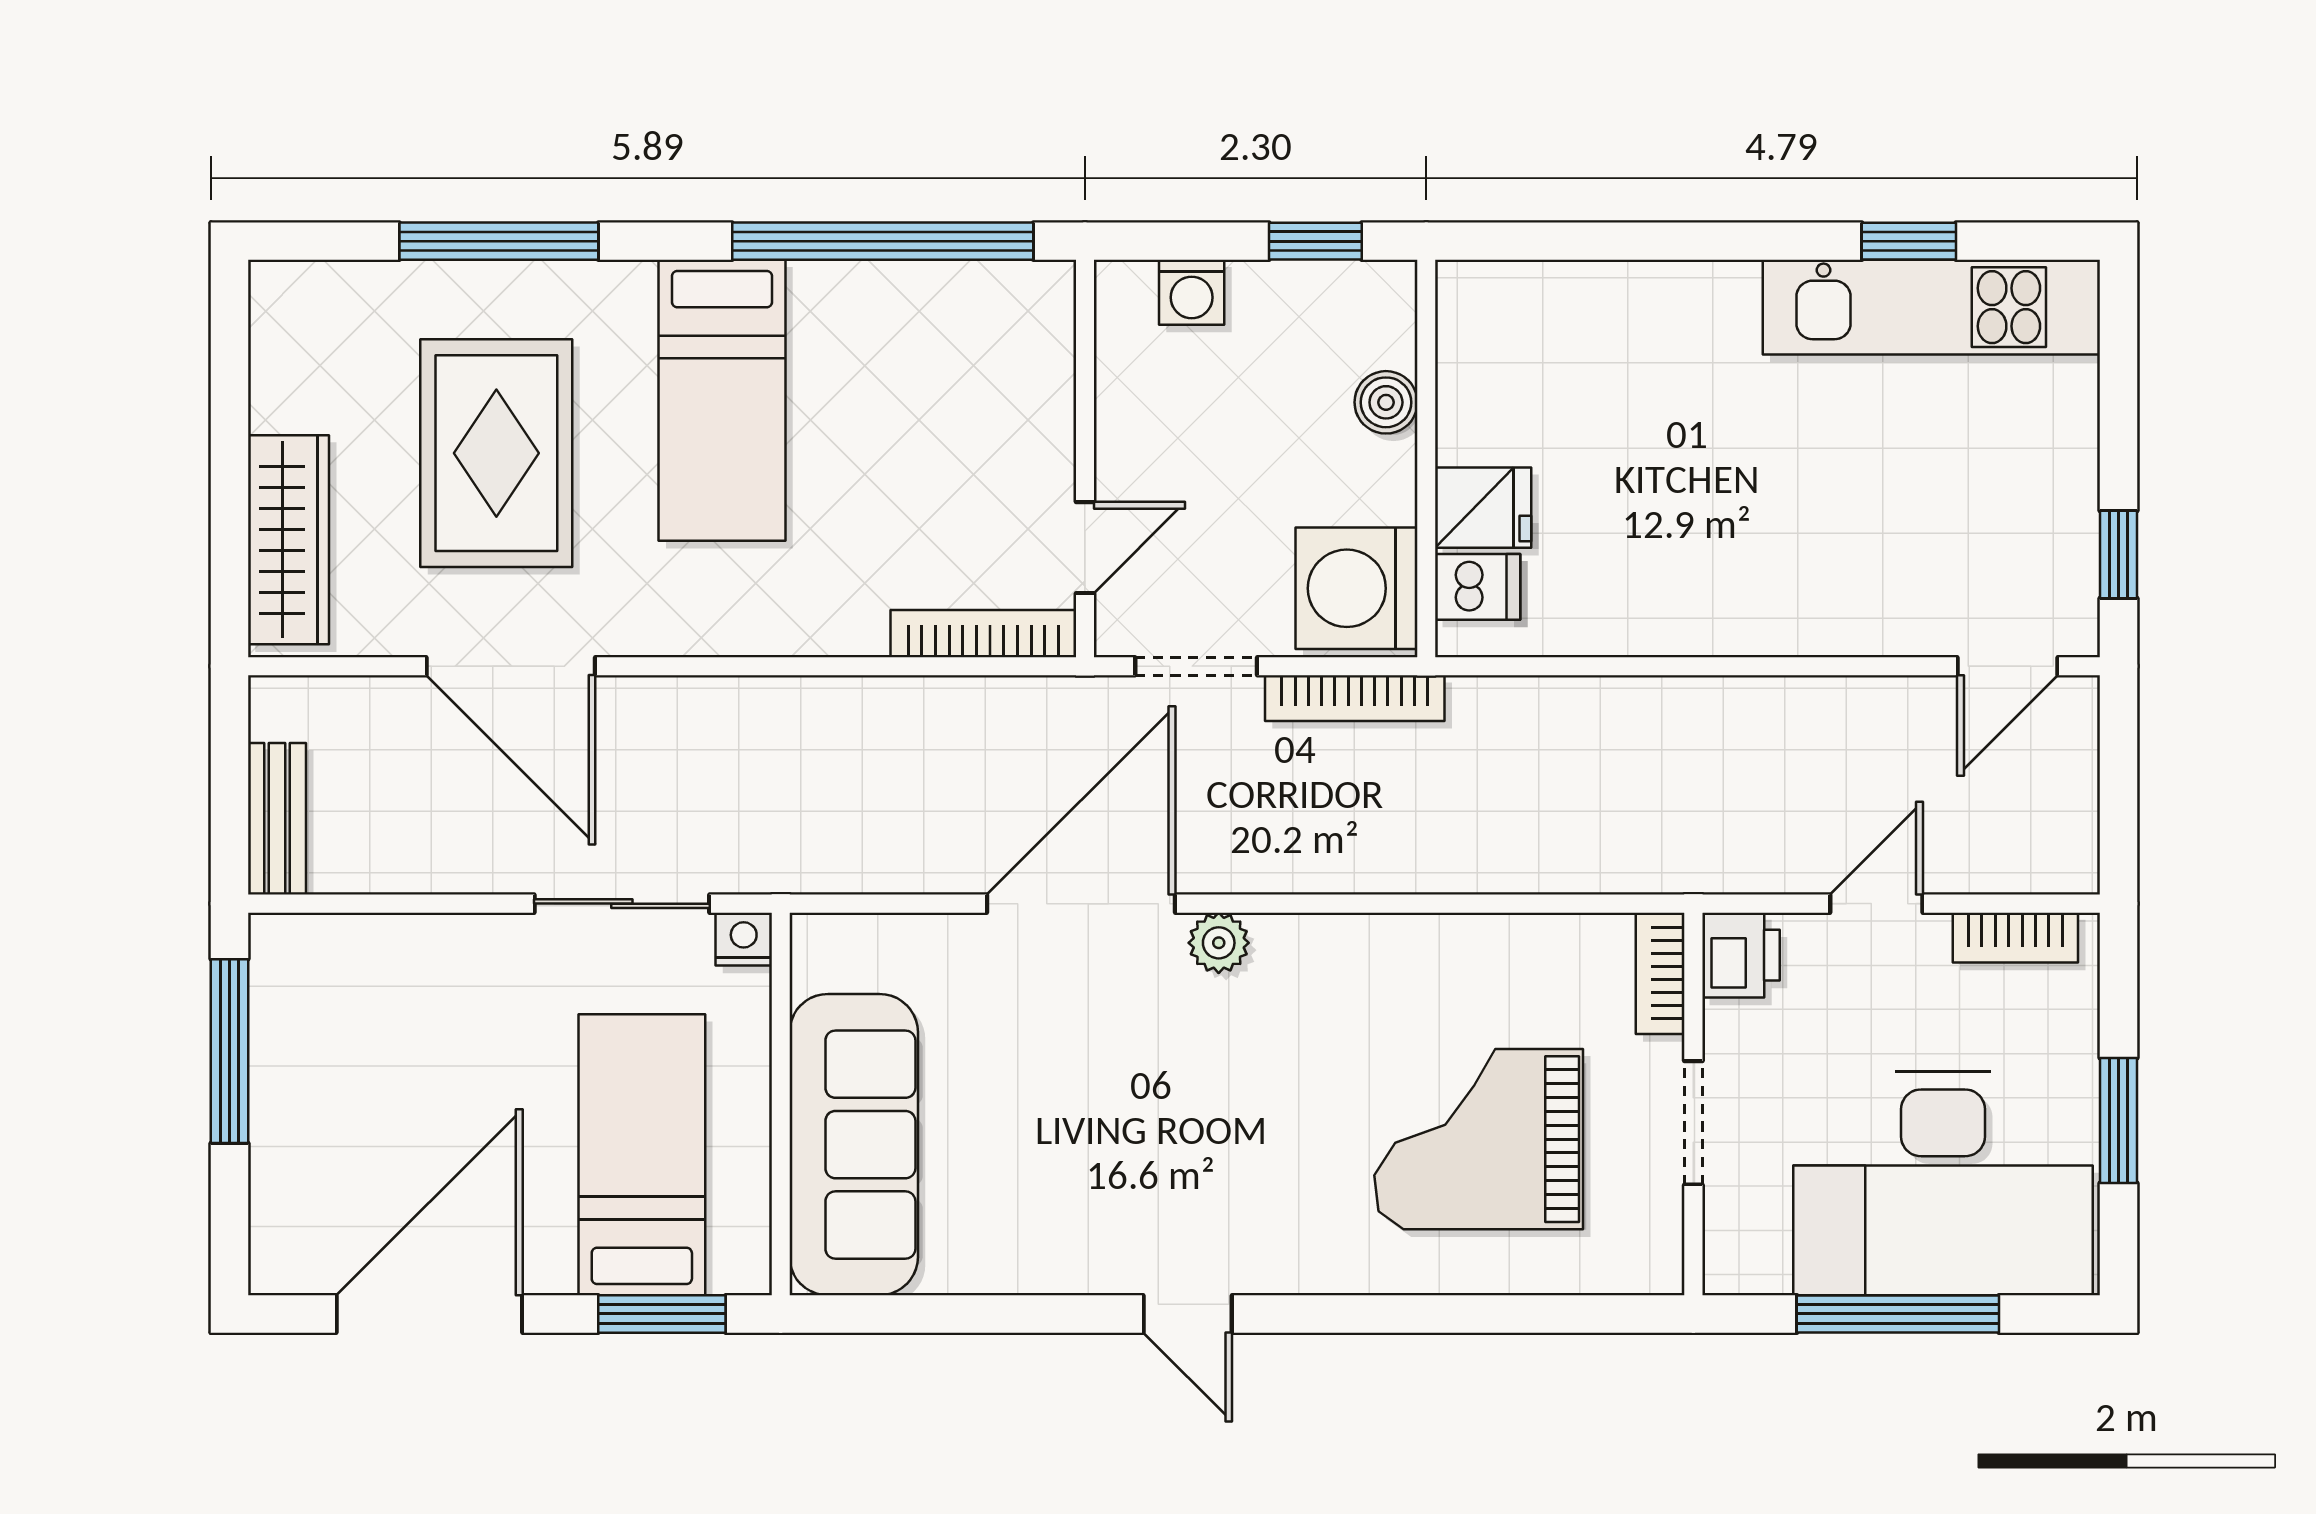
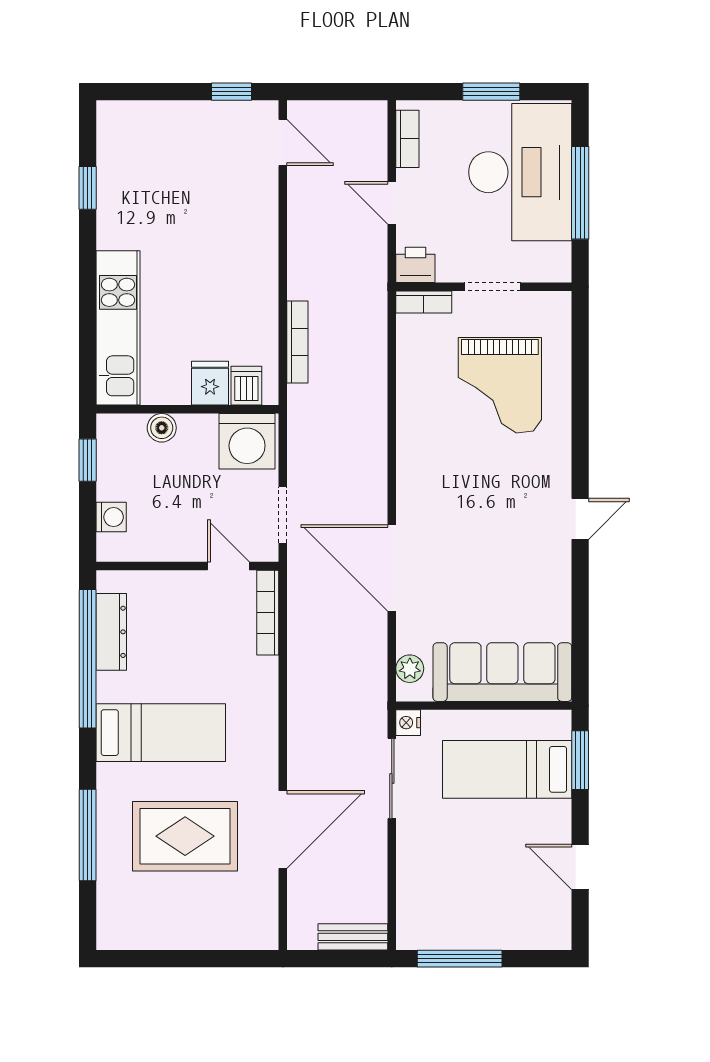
dresser: (941, 292) -> (111, 632), added
kitchen unit: (1931, 307) -> (118, 328), moved
wardrobe: (288, 540) -> (225, 932), removed
bookcase: (1355, 698) -> (297, 342), moved
plant: (1219, 943) -> (410, 669), moved
door: (429, 1314) -> (580, 867), width x0.53

